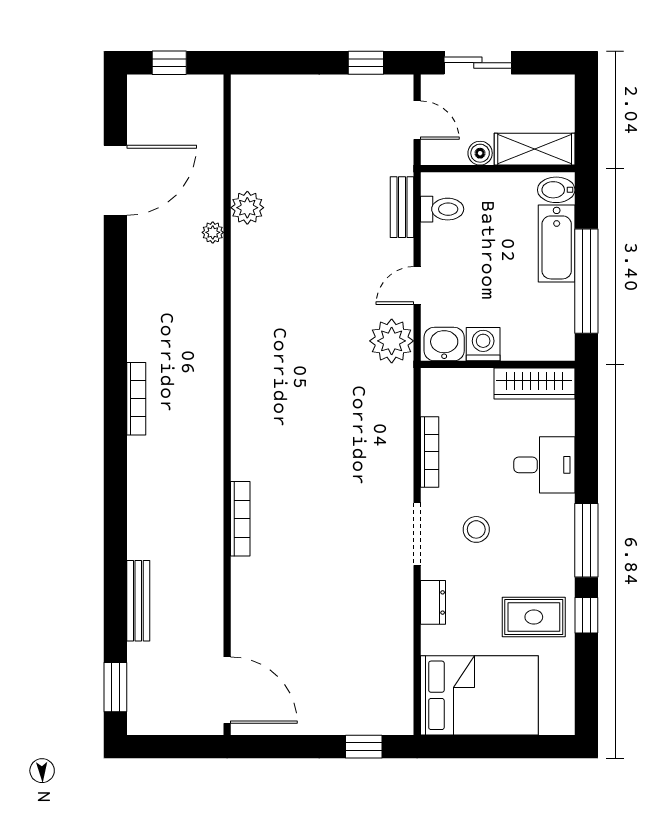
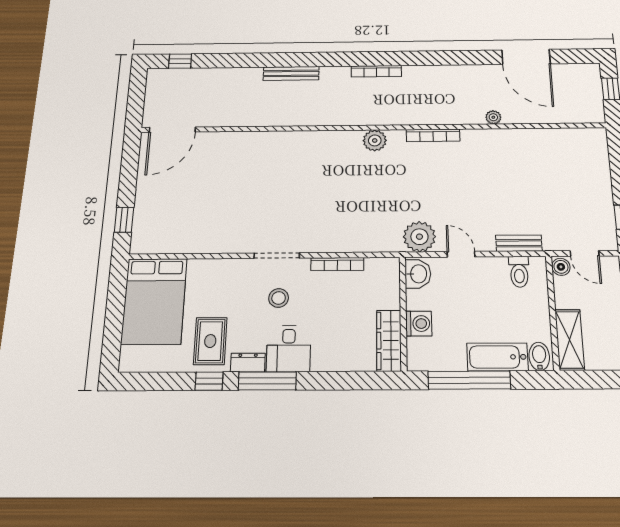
door: (417, 120) -> (585, 253), hinge flipped
boiler: (480, 153) -> (561, 267), moved
plant: (247, 208) -> (375, 140), moved
washing machine: (483, 344) -> (419, 324), moved
desk: (544, 465) -> (289, 349), moved
bookcase: (240, 519) -> (433, 135), moved
bench: (138, 601) -> (291, 73), moved
dresser: (433, 602) -> (248, 363), moved, turned 180
window: (115, 687) -> (180, 61), width x0.67

